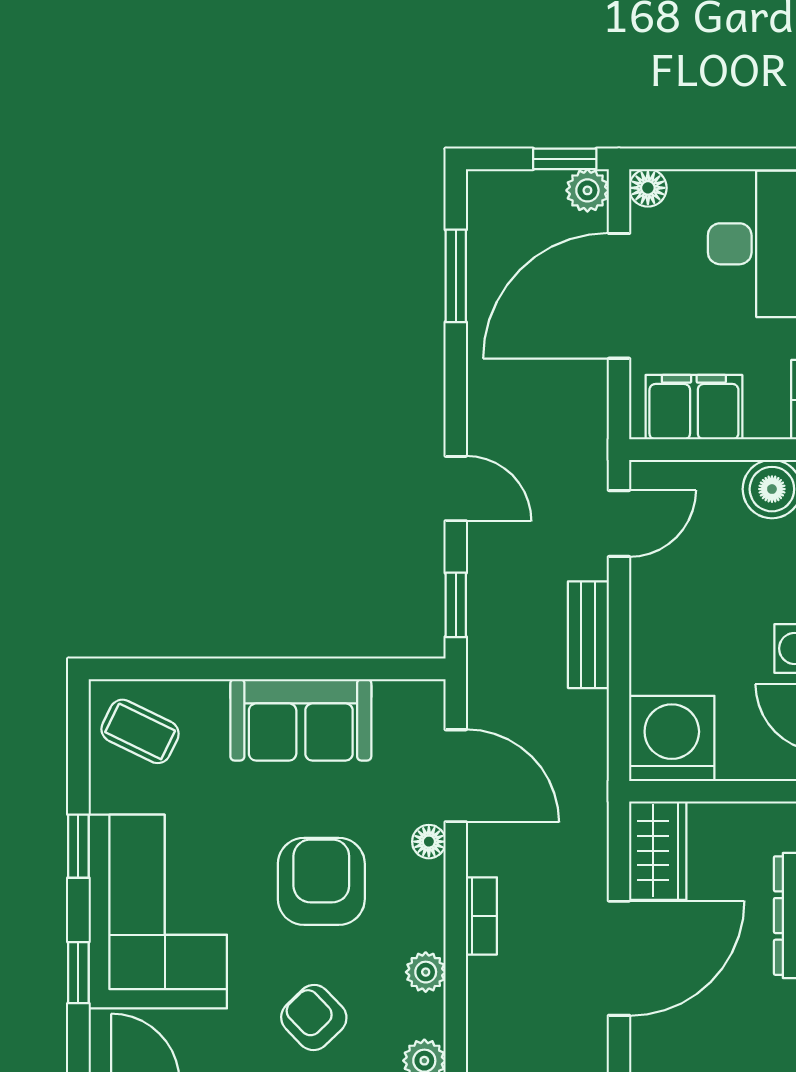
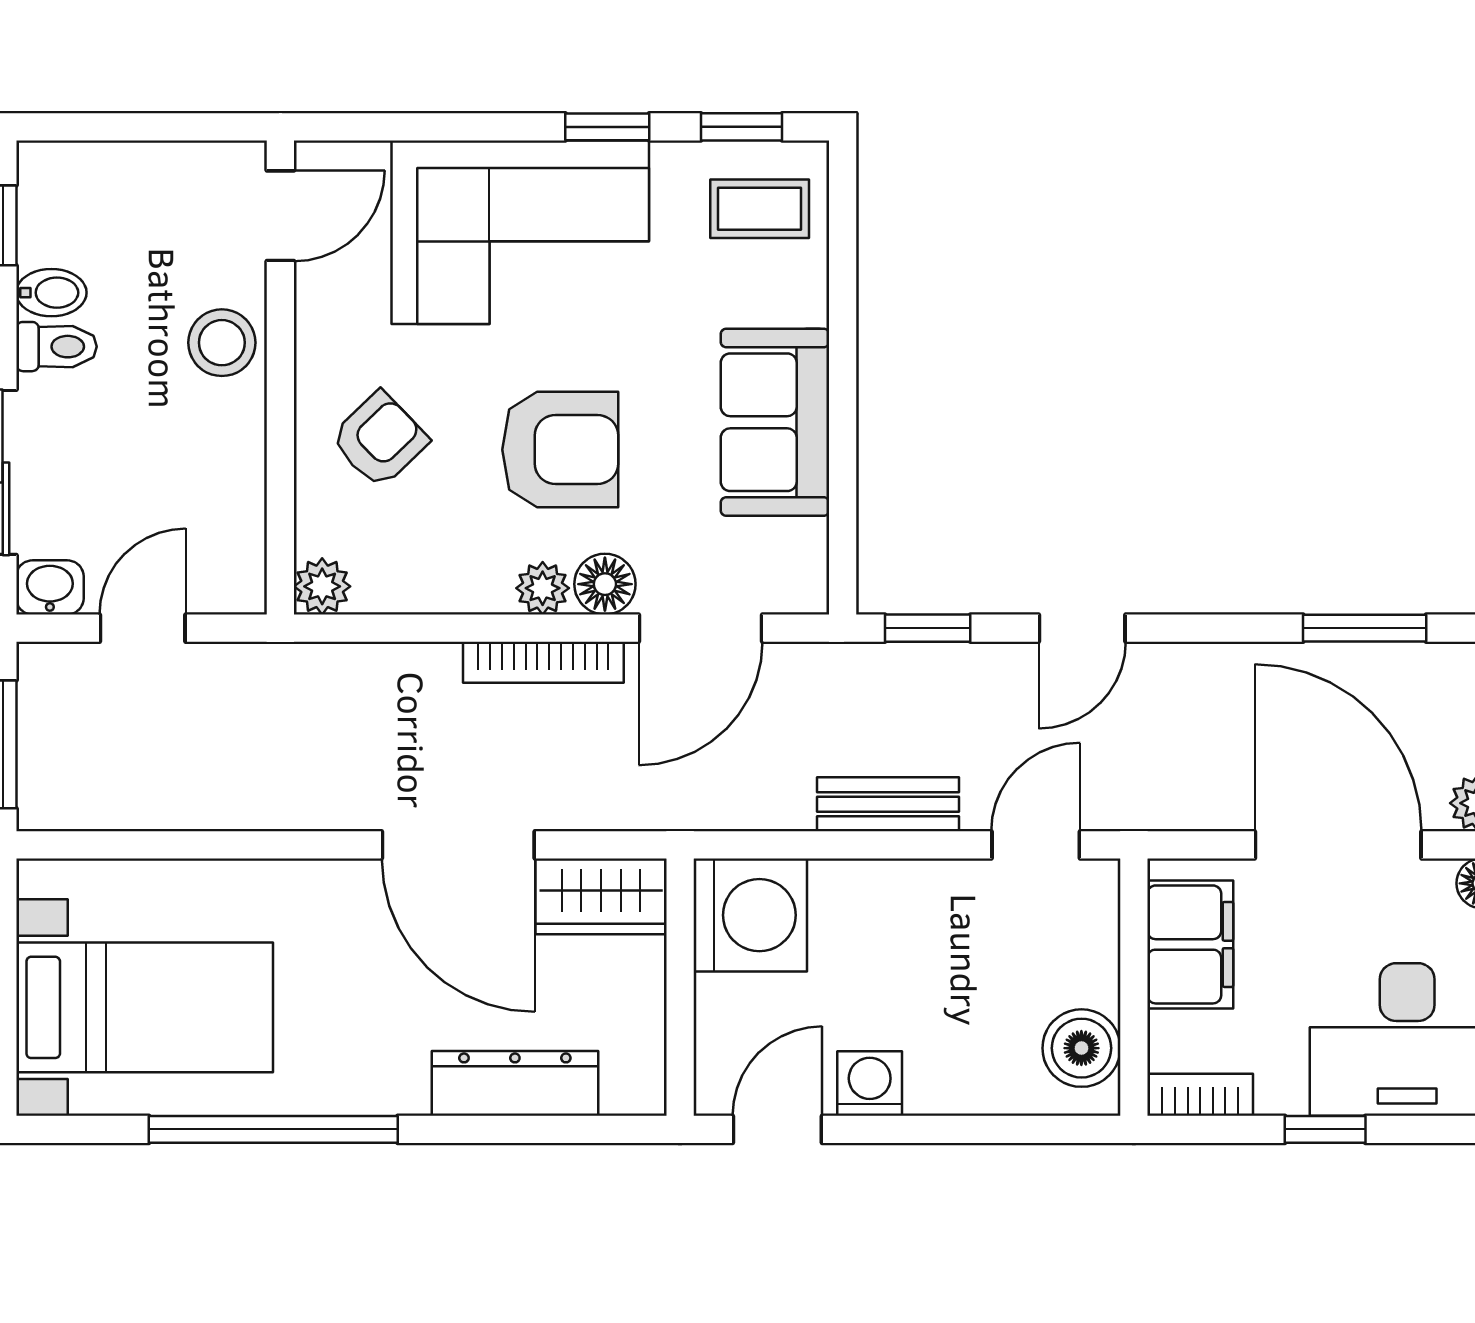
door: (619, 523) -> (1036, 845), swing flipped
coffee table: (140, 731) -> (760, 209), turned 64
floor lamp: (429, 842) -> (605, 584), width x1.37, depth x1.37
bookcase: (481, 916) -> (543, 662), width x1.56
plant: (426, 972) -> (543, 588), moved
window: (78, 973) -> (742, 127), moved

